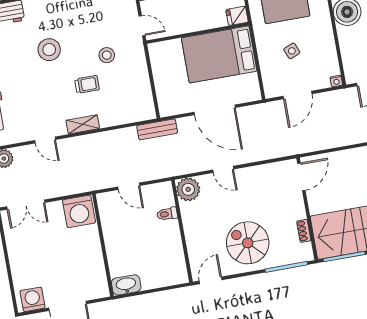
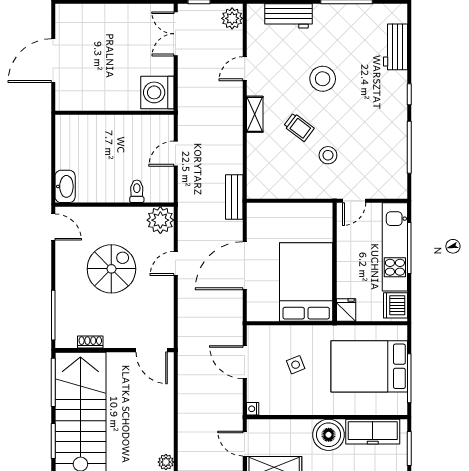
stool: (49, 50) -> (323, 79), moved
trolley: (87, 84) -> (299, 127), turned -53
spiral stairs: (248, 243) -> (111, 269), moved
washbasin: (126, 285) -> (65, 186), moved
washing machine: (33, 299) -> (68, 22), removed

